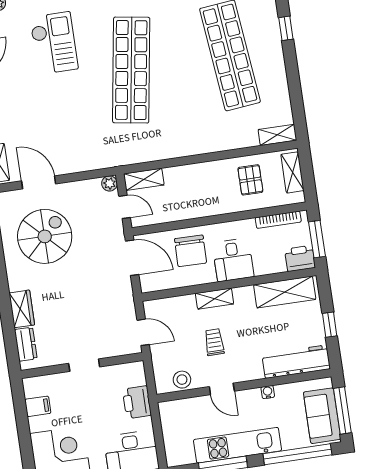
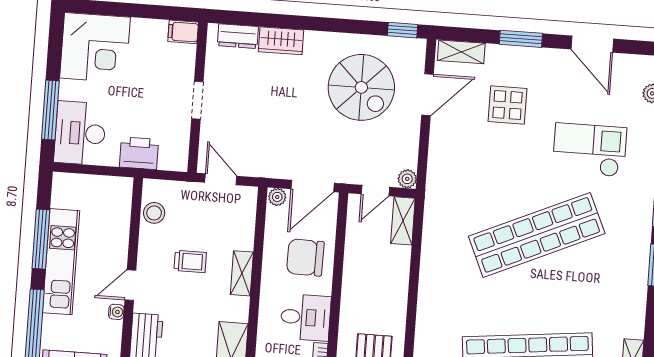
checkout: (54, 43) -> (590, 150), turned 180
shop shelf: (131, 70) -> (537, 235), turned -33
display table: (33, 117) -> (507, 105), added
desk: (233, 260) -> (306, 317), moved, turned 180
plant: (147, 284) -> (277, 197), added
door: (143, 332) -> (221, 179), swing flipped
door: (222, 389) -> (130, 285), moved
filing cabinet: (38, 406) -> (183, 32), moved, turned 90

